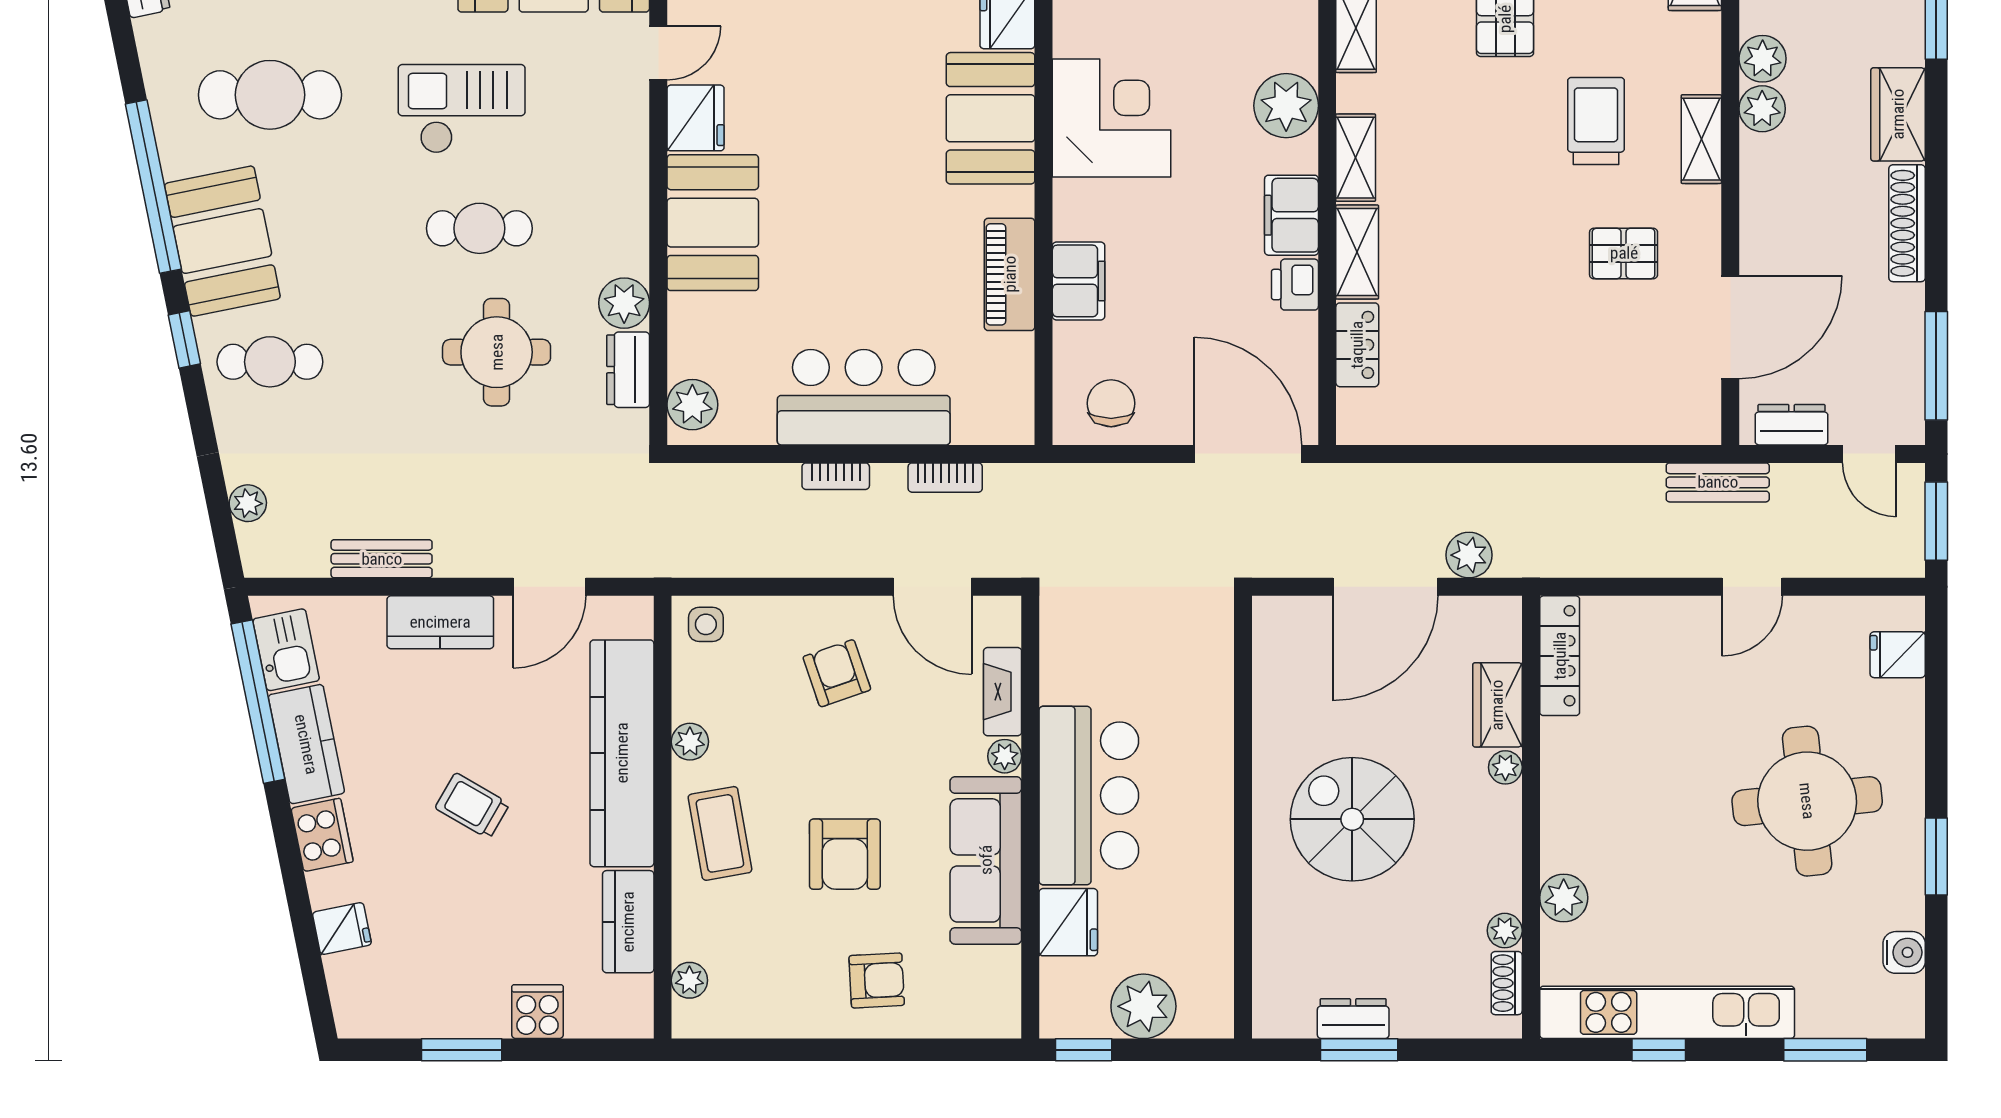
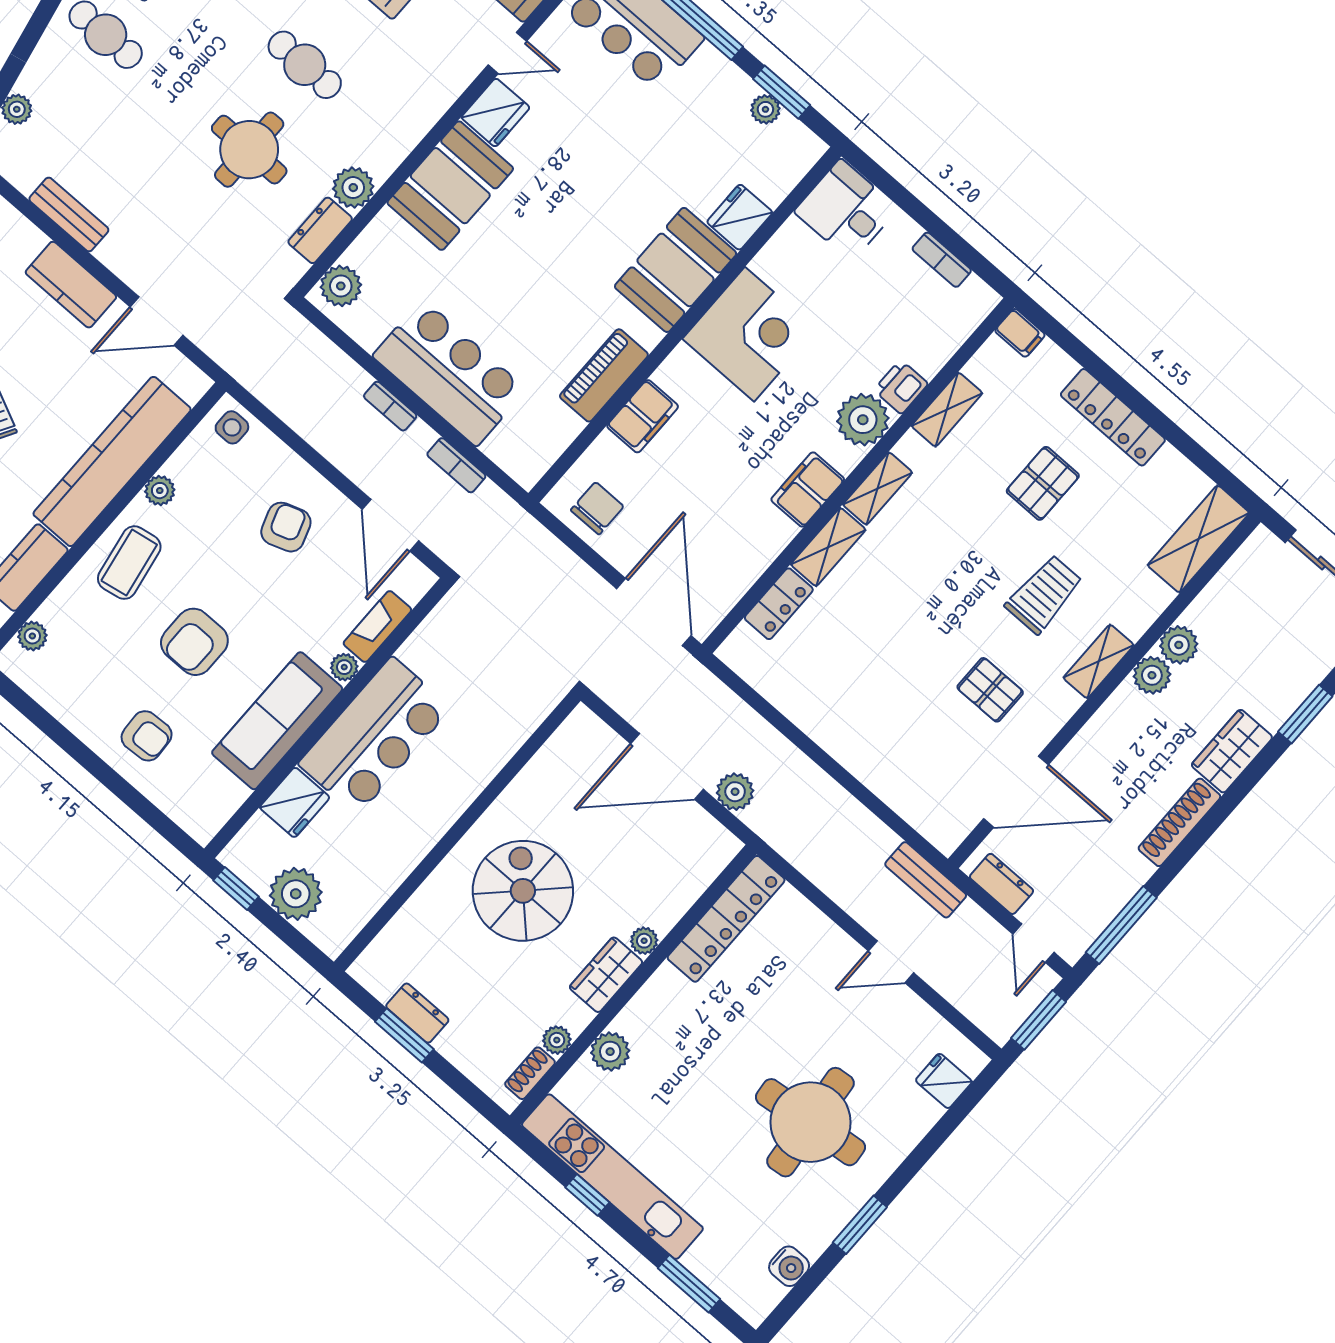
printer: (1295, 285) -> (901, 387), moved
locker: (1560, 656) -> (726, 919), width x1.41, depth x1.21
wardrobe: (1497, 705) -> (606, 975), moved

